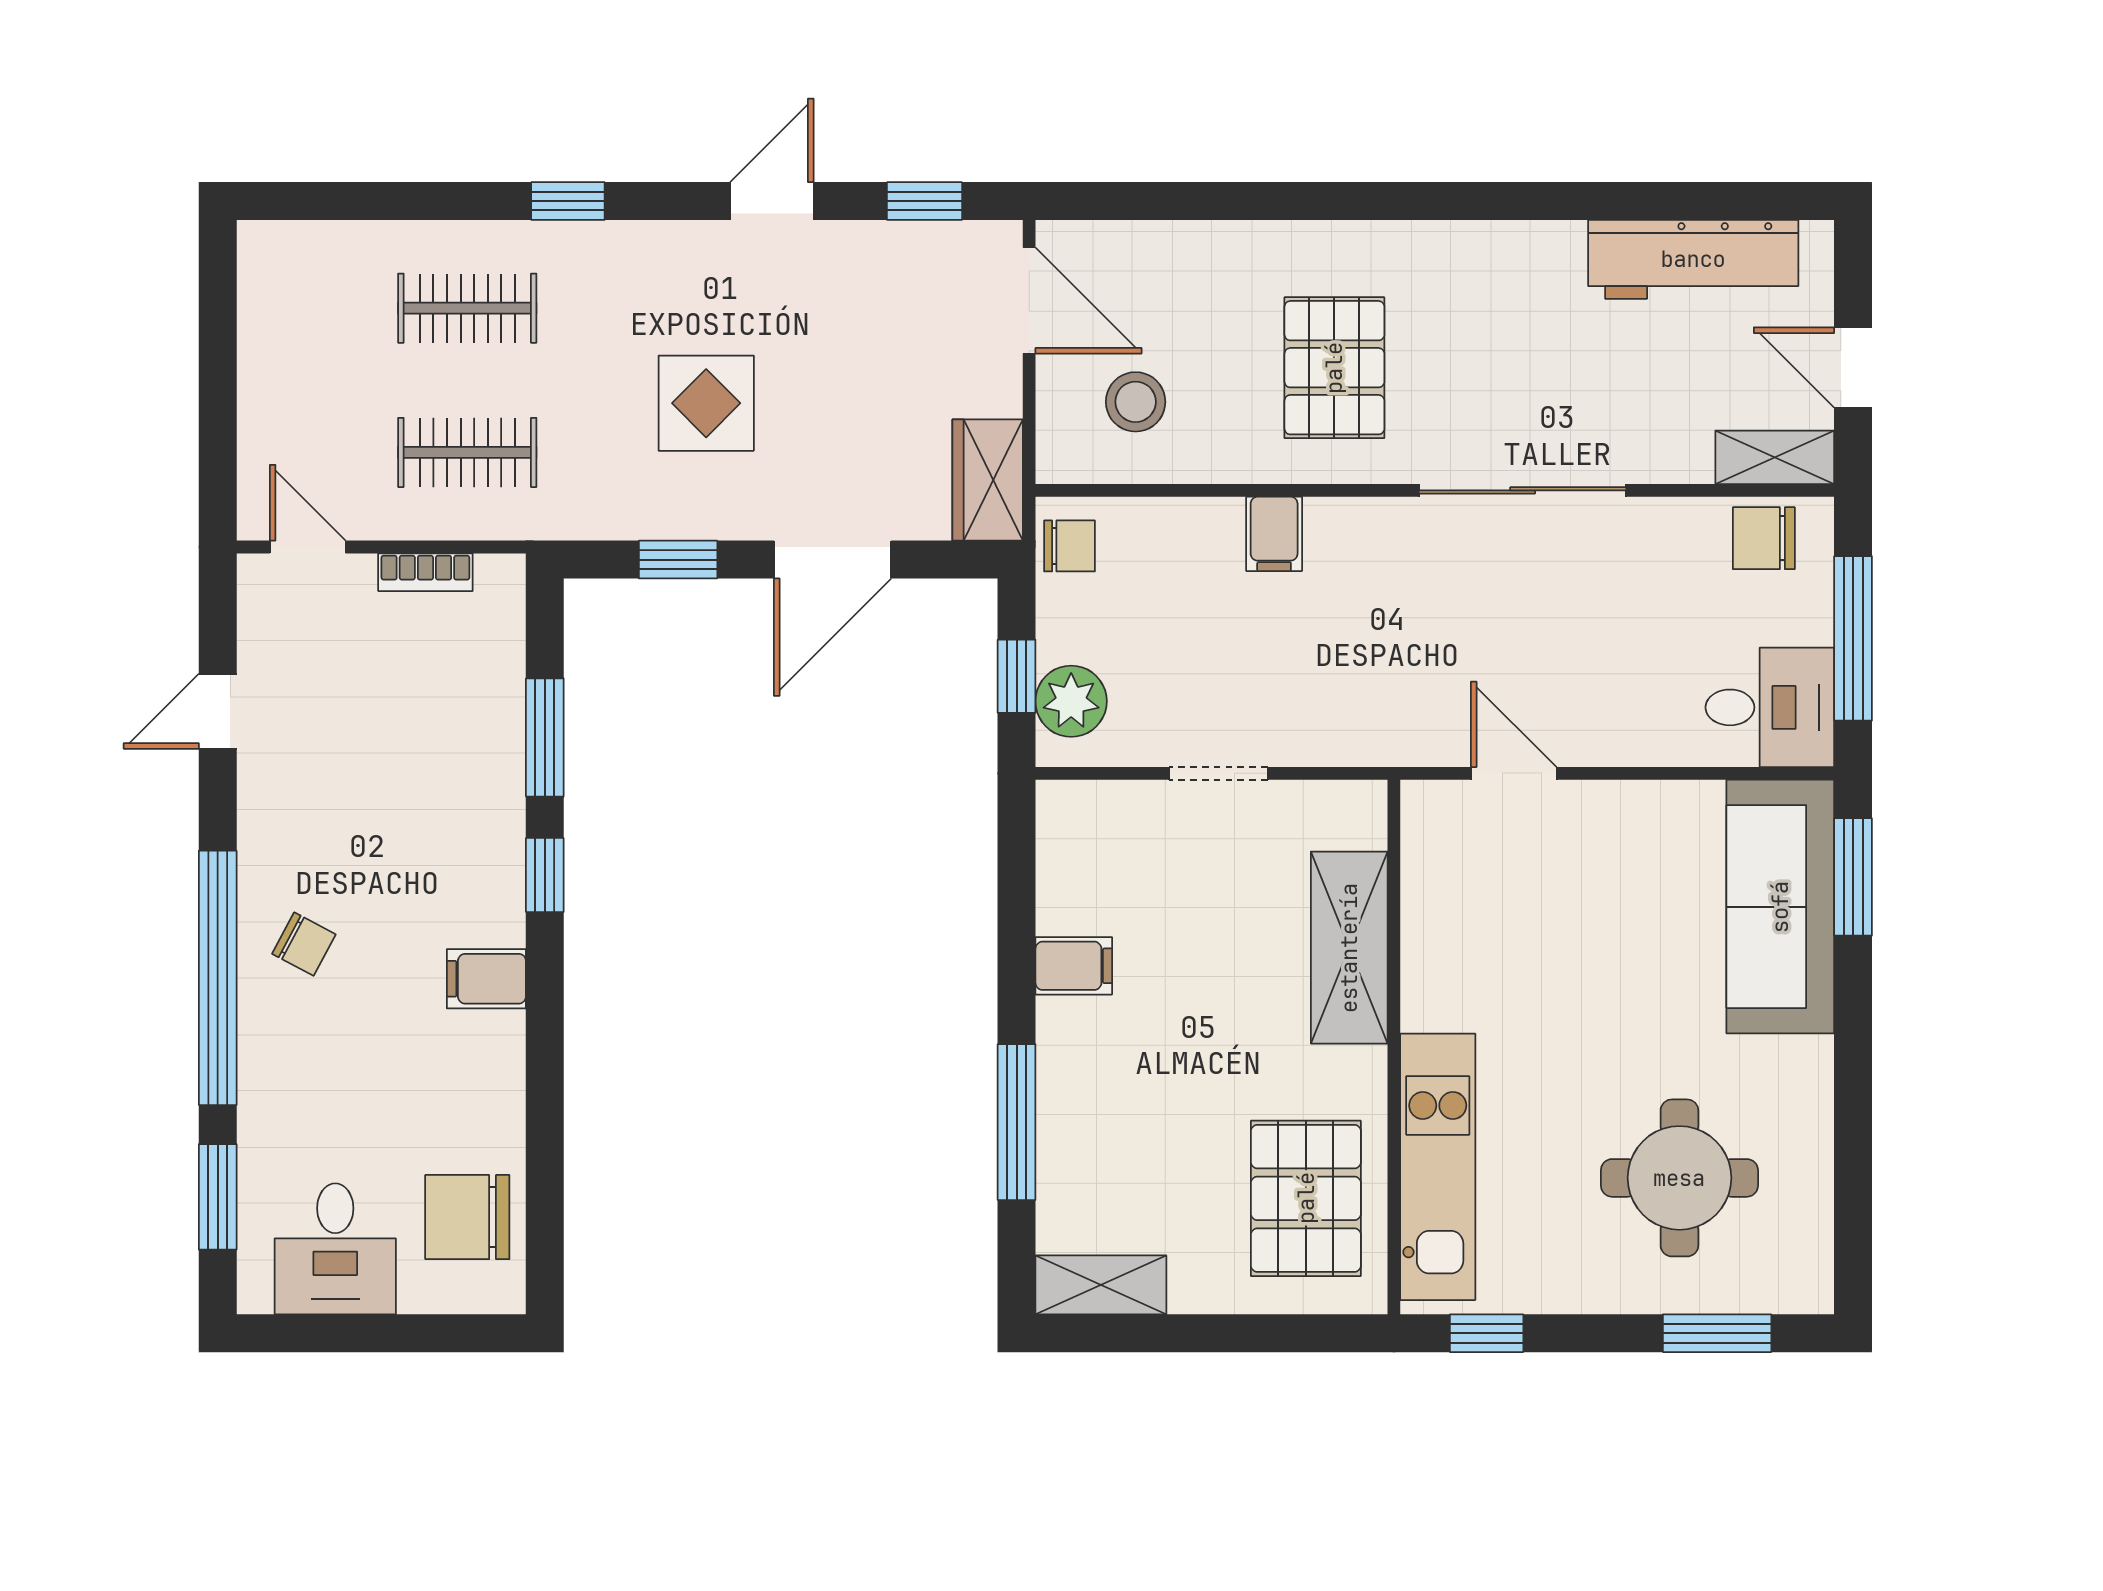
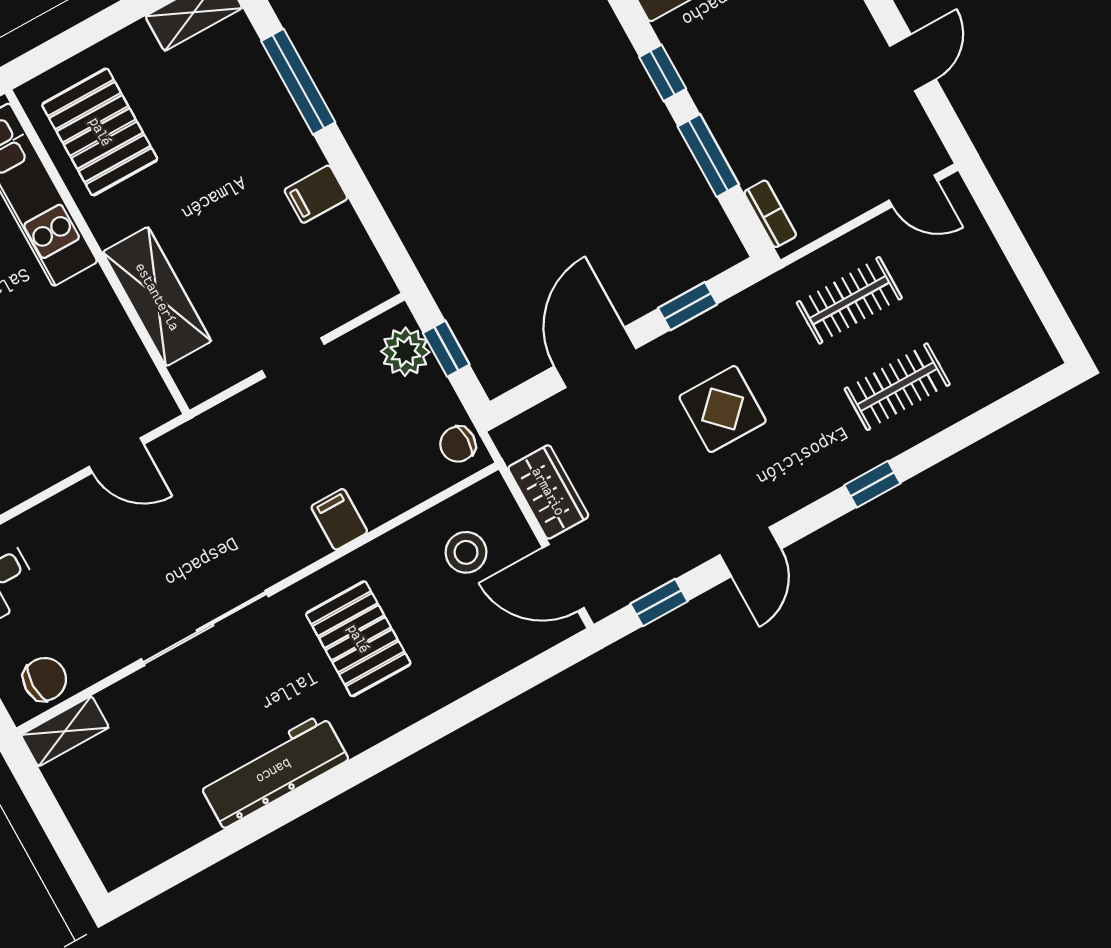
workbench: (1693, 259) -> (273, 771), moved
door: (1853, 368) -> (48, 811), removed
wardrobe: (988, 480) -> (548, 492), moved
bookcase: (425, 572) -> (770, 214), moved, turned 90

